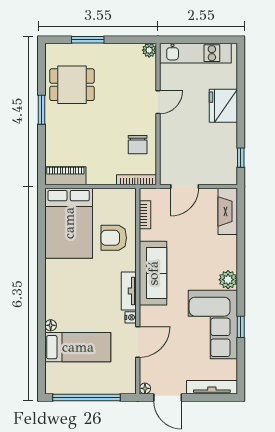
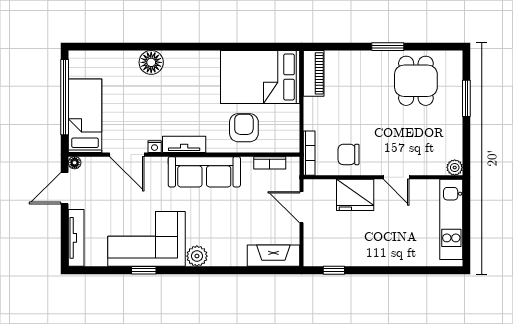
fridge: (223, 106) -> (355, 195), moved, turned 180
floor lamp: (51, 325) -> (151, 62), width x1.89, depth x1.89
bed: (78, 347) -> (85, 116), moved, turned 180

